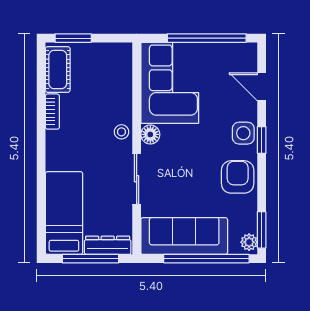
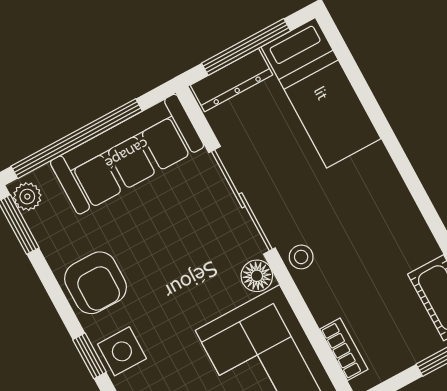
bookcase: (52, 112) -> (344, 349), moved, turned 180
sliding door: (137, 179) -> (242, 200), width x1.37

